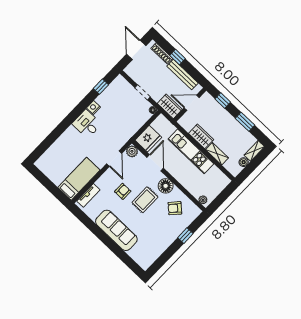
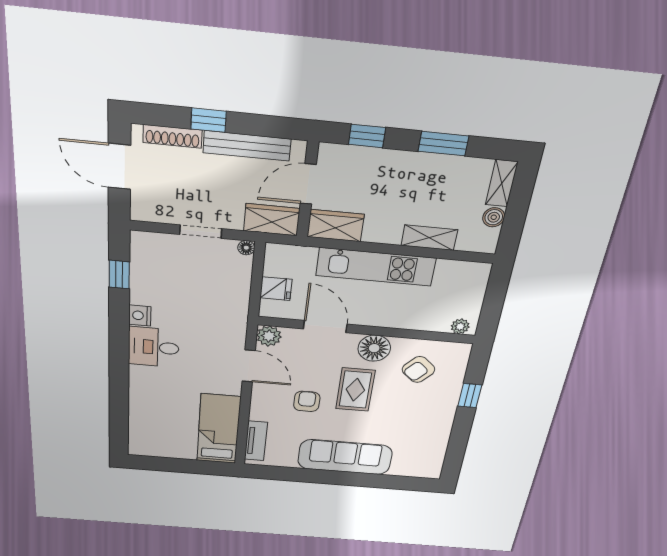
wardrobe: (201, 136) -> (336, 226), moved
fridge: (148, 139) -> (276, 289), width x0.53, depth x0.75

